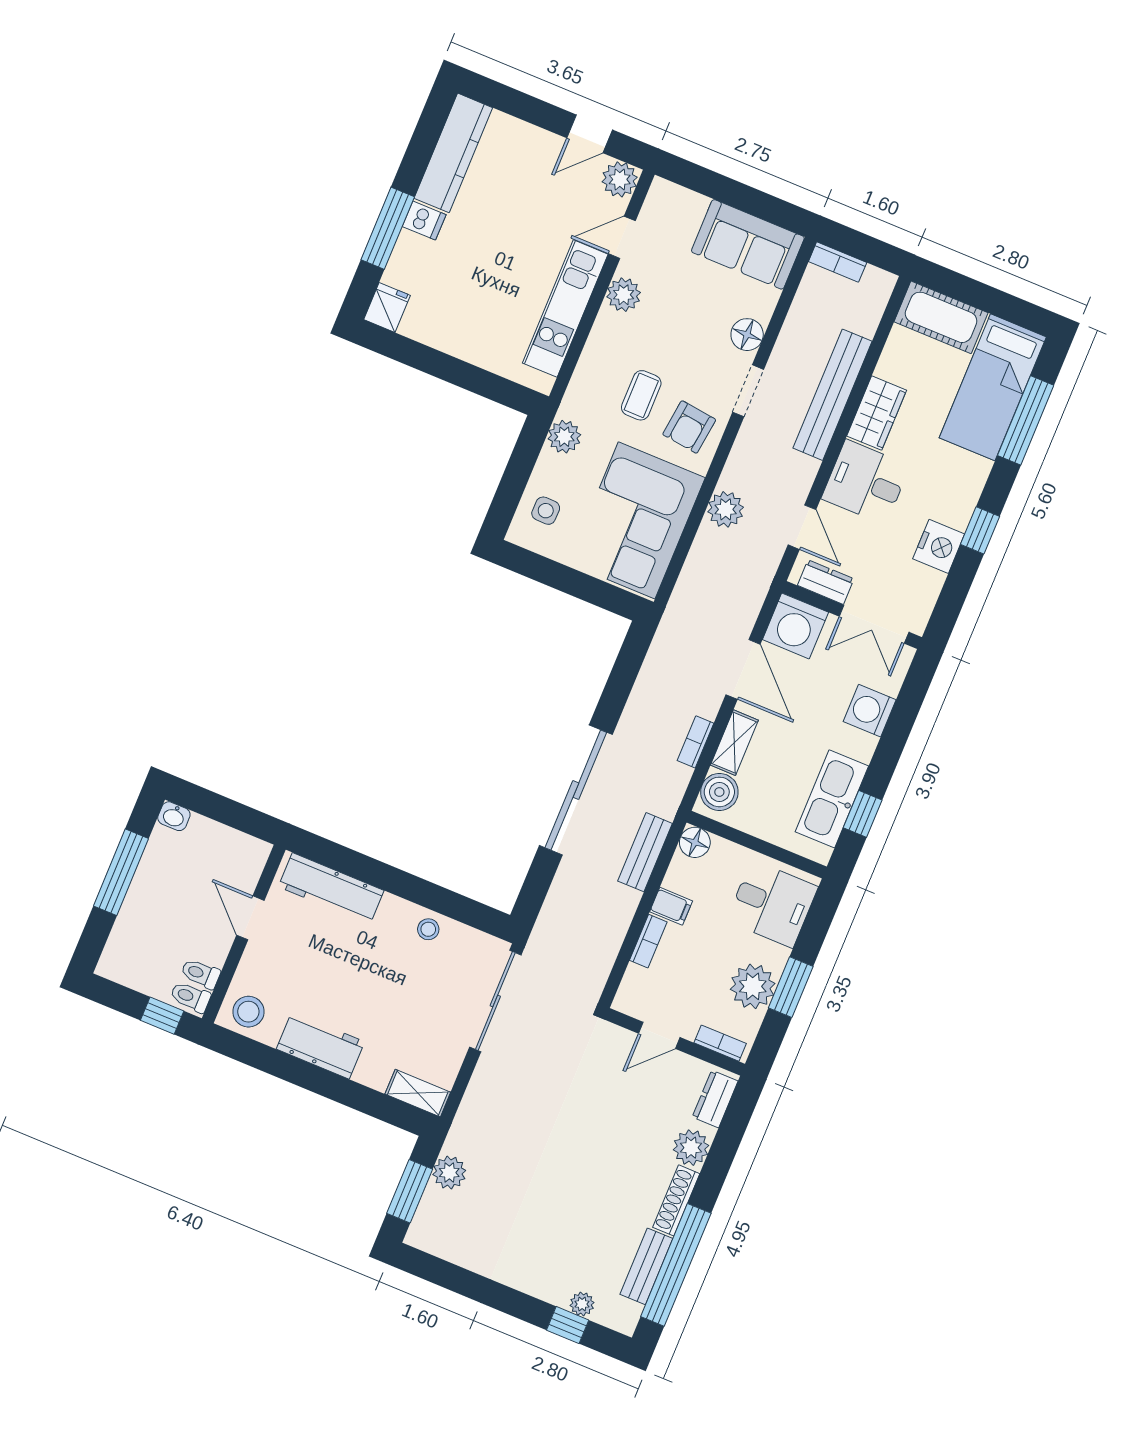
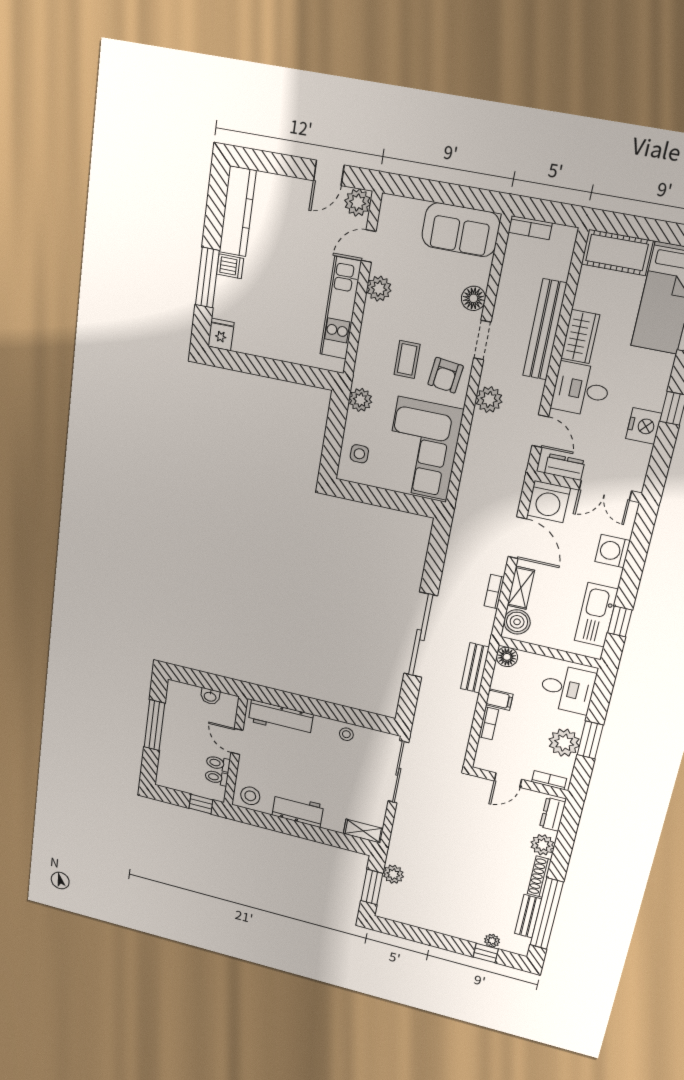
plant: (726, 509) -> (489, 399), moved
washbasin: (174, 816) -> (210, 696), moved
toilet: (190, 997) -> (218, 763), moved

